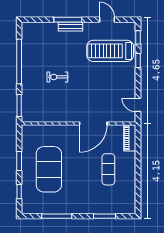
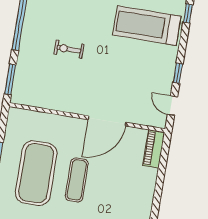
window: (138, 60) -> (178, 73), moved
exercise mat: (108, 169) -> (77, 180), moved

